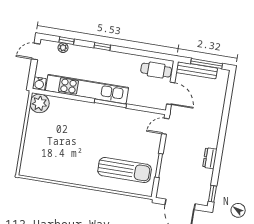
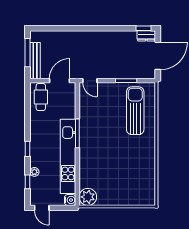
plant: (63, 48) -> (34, 172), moved
dresser: (210, 158) -> (146, 36), moved

